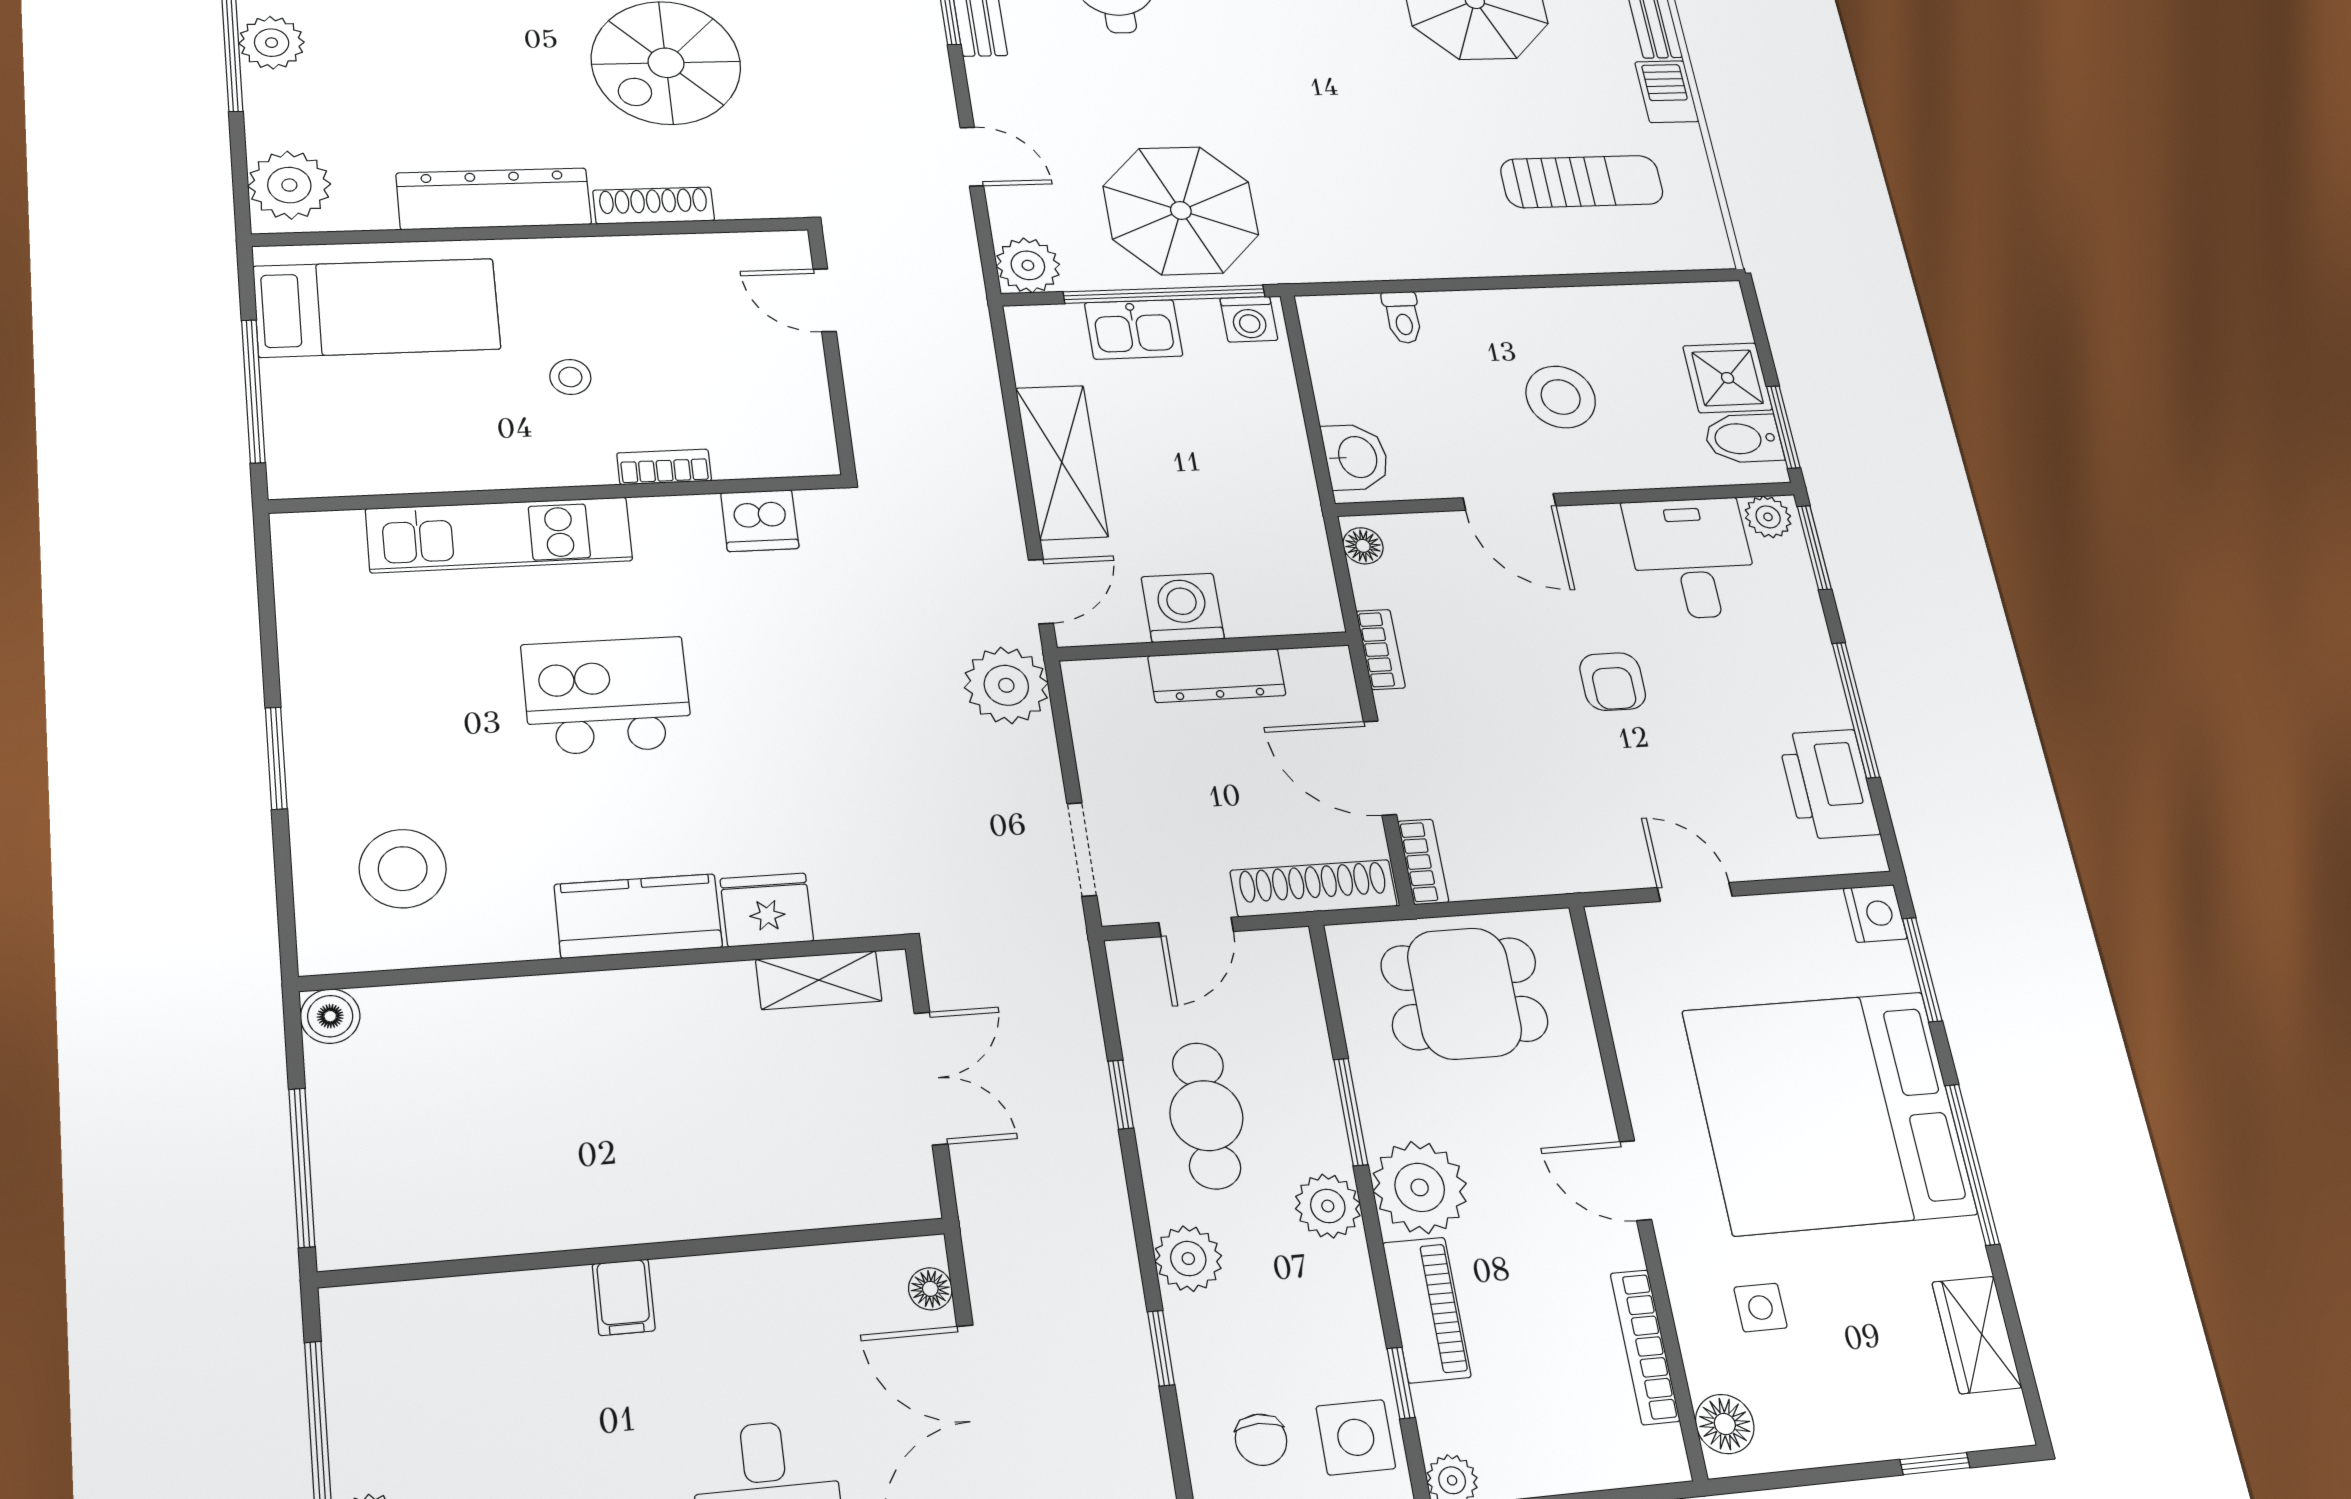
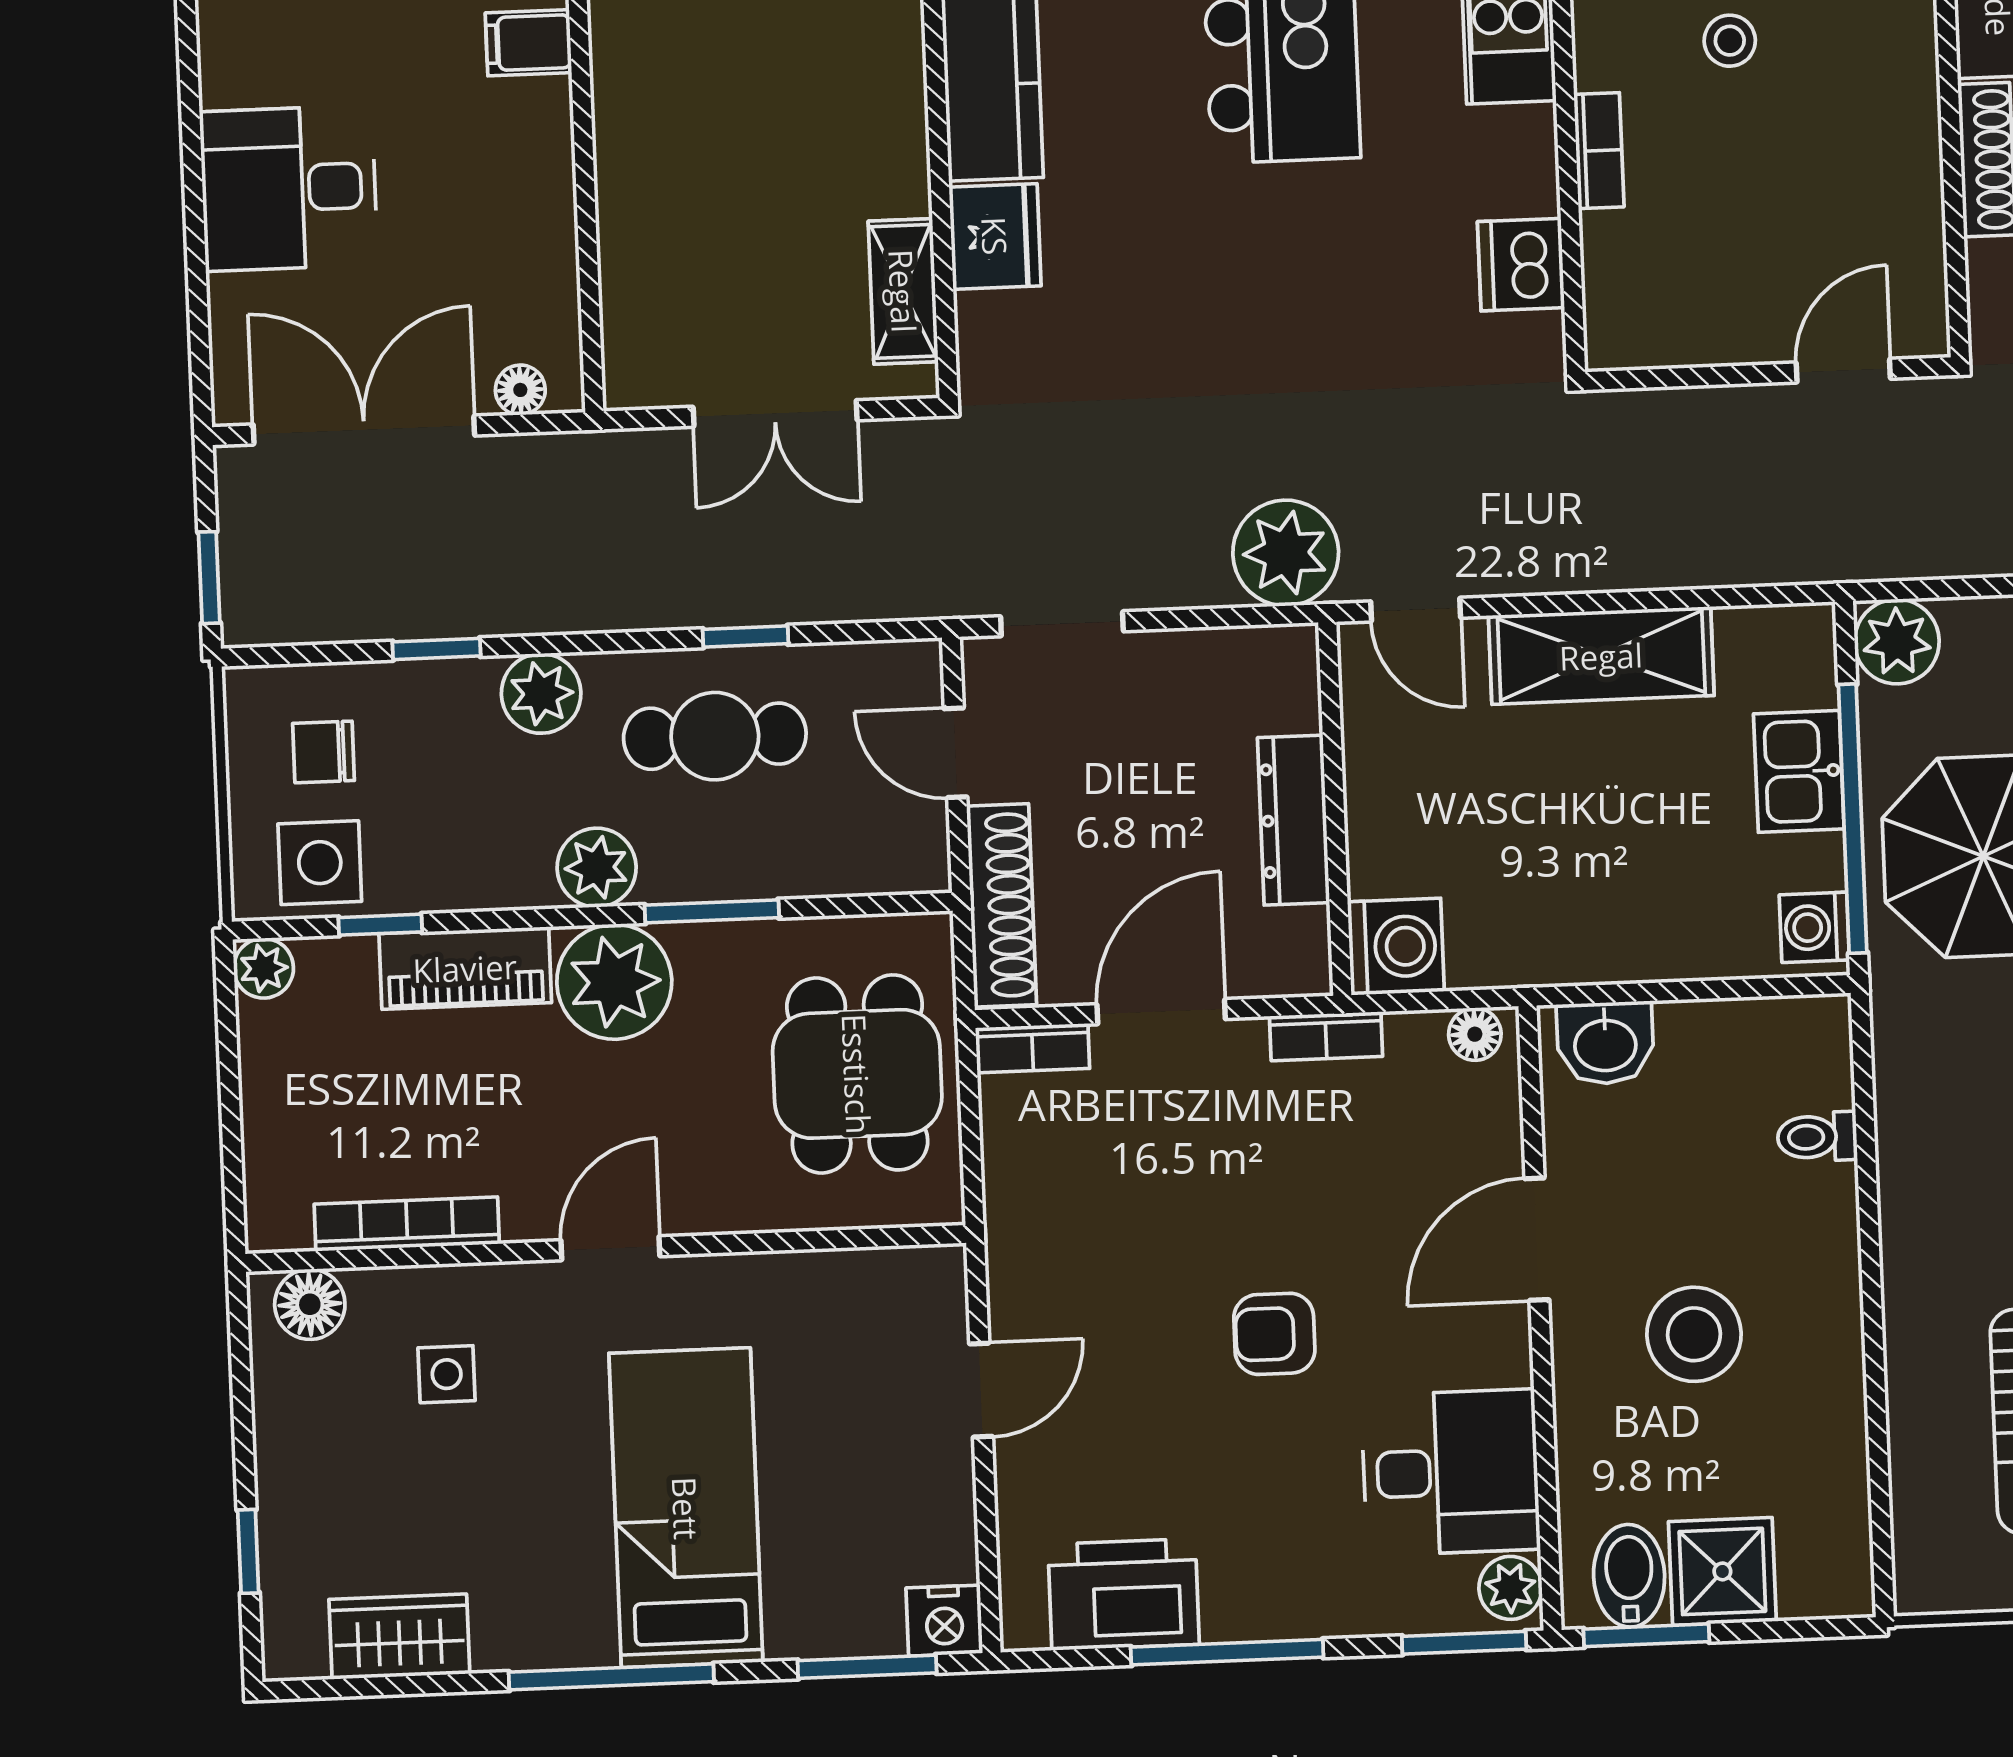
washing machine: (1183, 608) -> (1396, 947), moved
bed: (1829, 1112) -> (686, 1508), width x0.49

